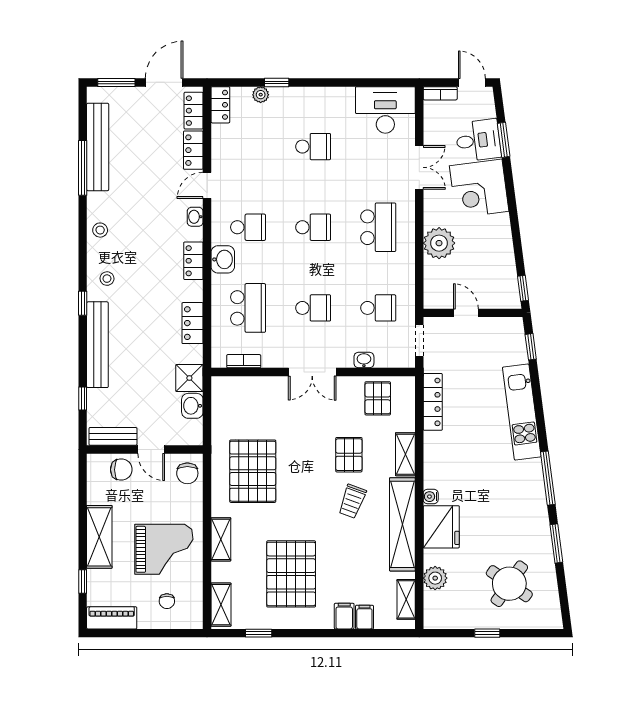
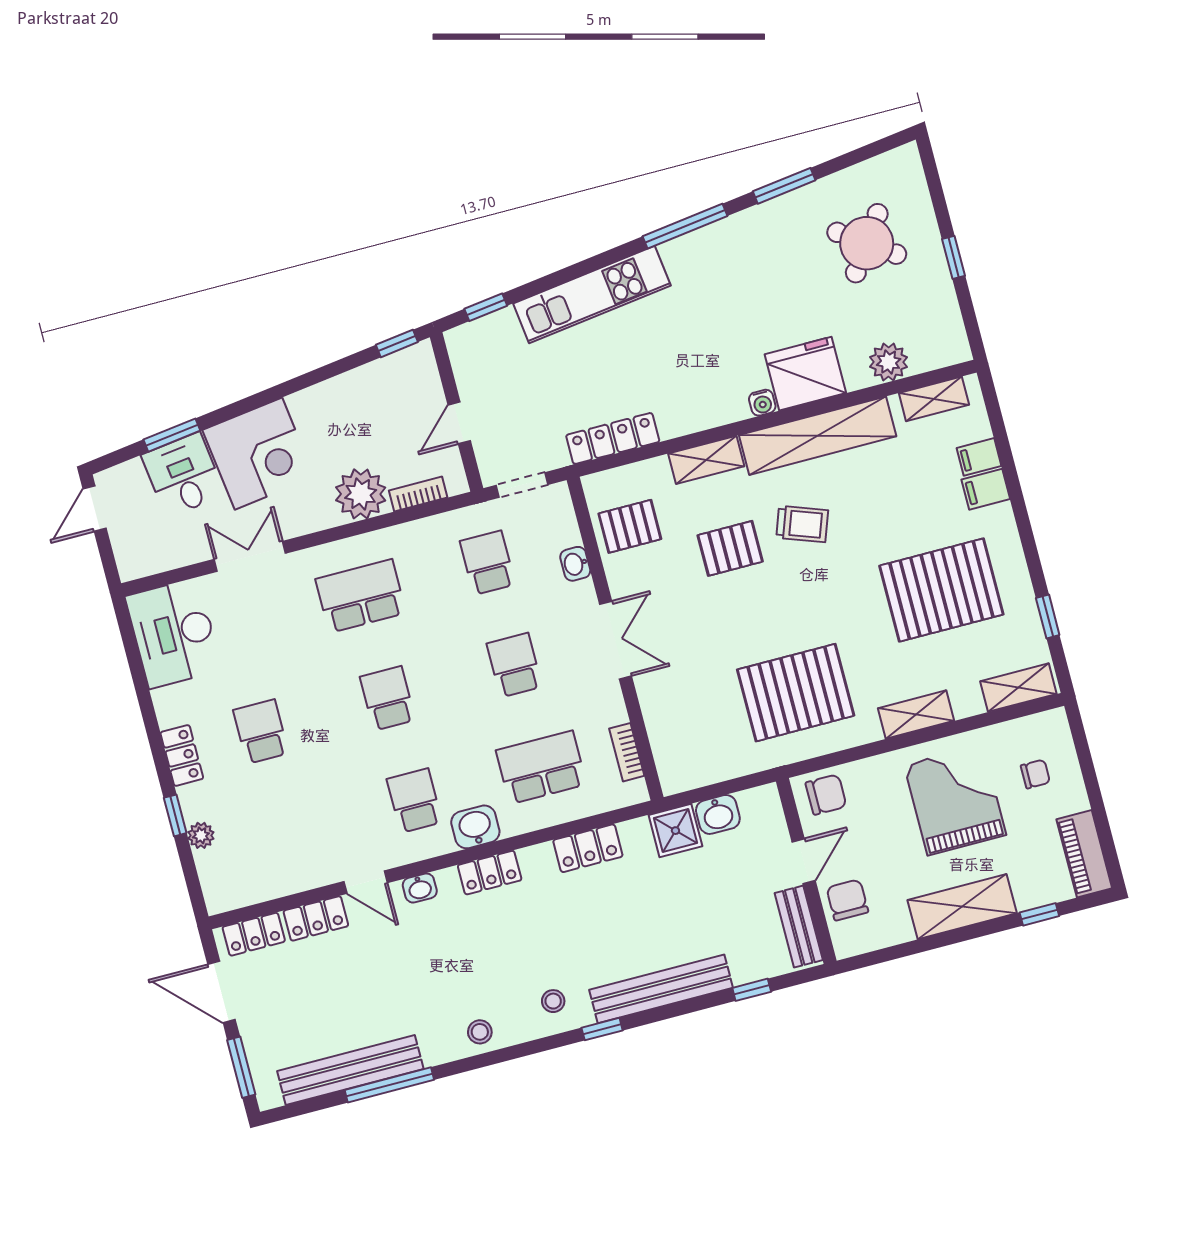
bookcase: (440, 93) -> (418, 494), moved, turned -90
locker: (220, 105) -> (182, 755), moved, turned 90

